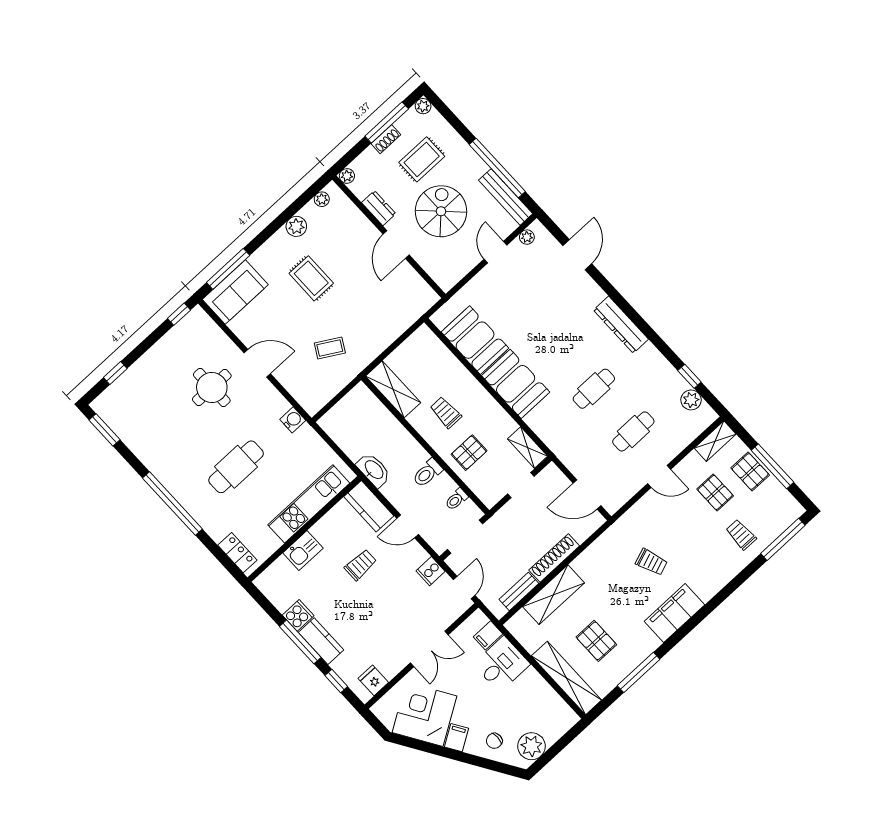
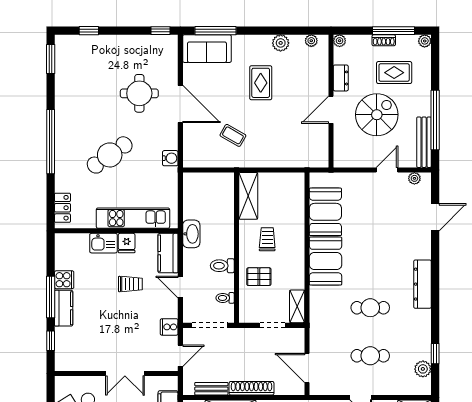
door: (257, 363) -> (180, 104), width x1.36
cafe table: (236, 467) -> (110, 155), turned -35
fridge: (373, 680) -> (127, 243), moved, turned 180

